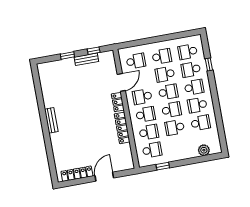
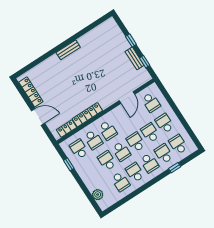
school desk: (162, 56) -> (165, 123), turned 180
door: (121, 82) -> (127, 97), hinge flipped
school desk: (168, 92) -> (136, 142), turned 180
school desk: (142, 97) -> (122, 121), removed
locker: (118, 102) -> (67, 129), moved
school desk: (152, 150) -> (79, 149), turned 180

